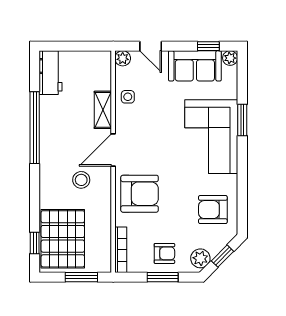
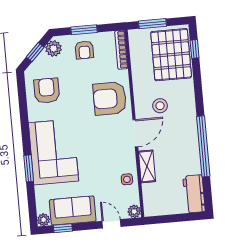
armchair: (213, 210) -> (47, 91), turned -90
armchair: (164, 253) -> (84, 50), turned -90

